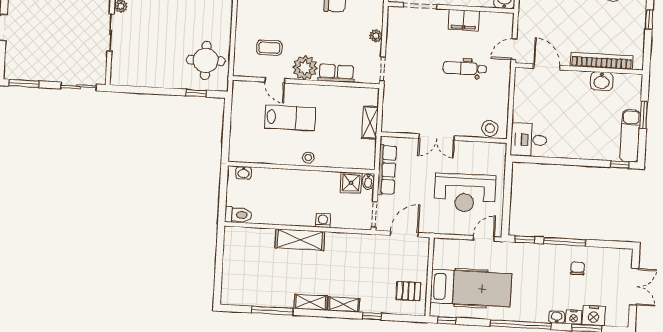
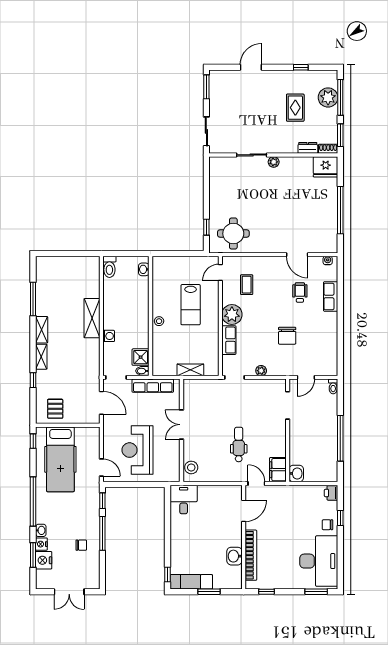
filing cabinet: (464, 20) -> (278, 470), moved
window: (649, 20) -> (267, 592), moved
door: (275, 80) -> (220, 272), moved

